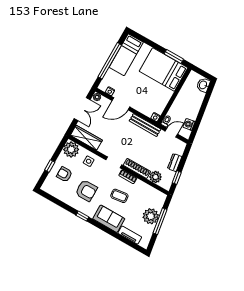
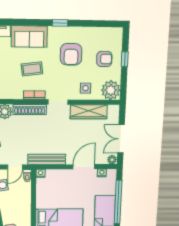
wardrobe: (86, 138) -> (89, 112), moved
armchair: (86, 191) -> (71, 54), turned -90

